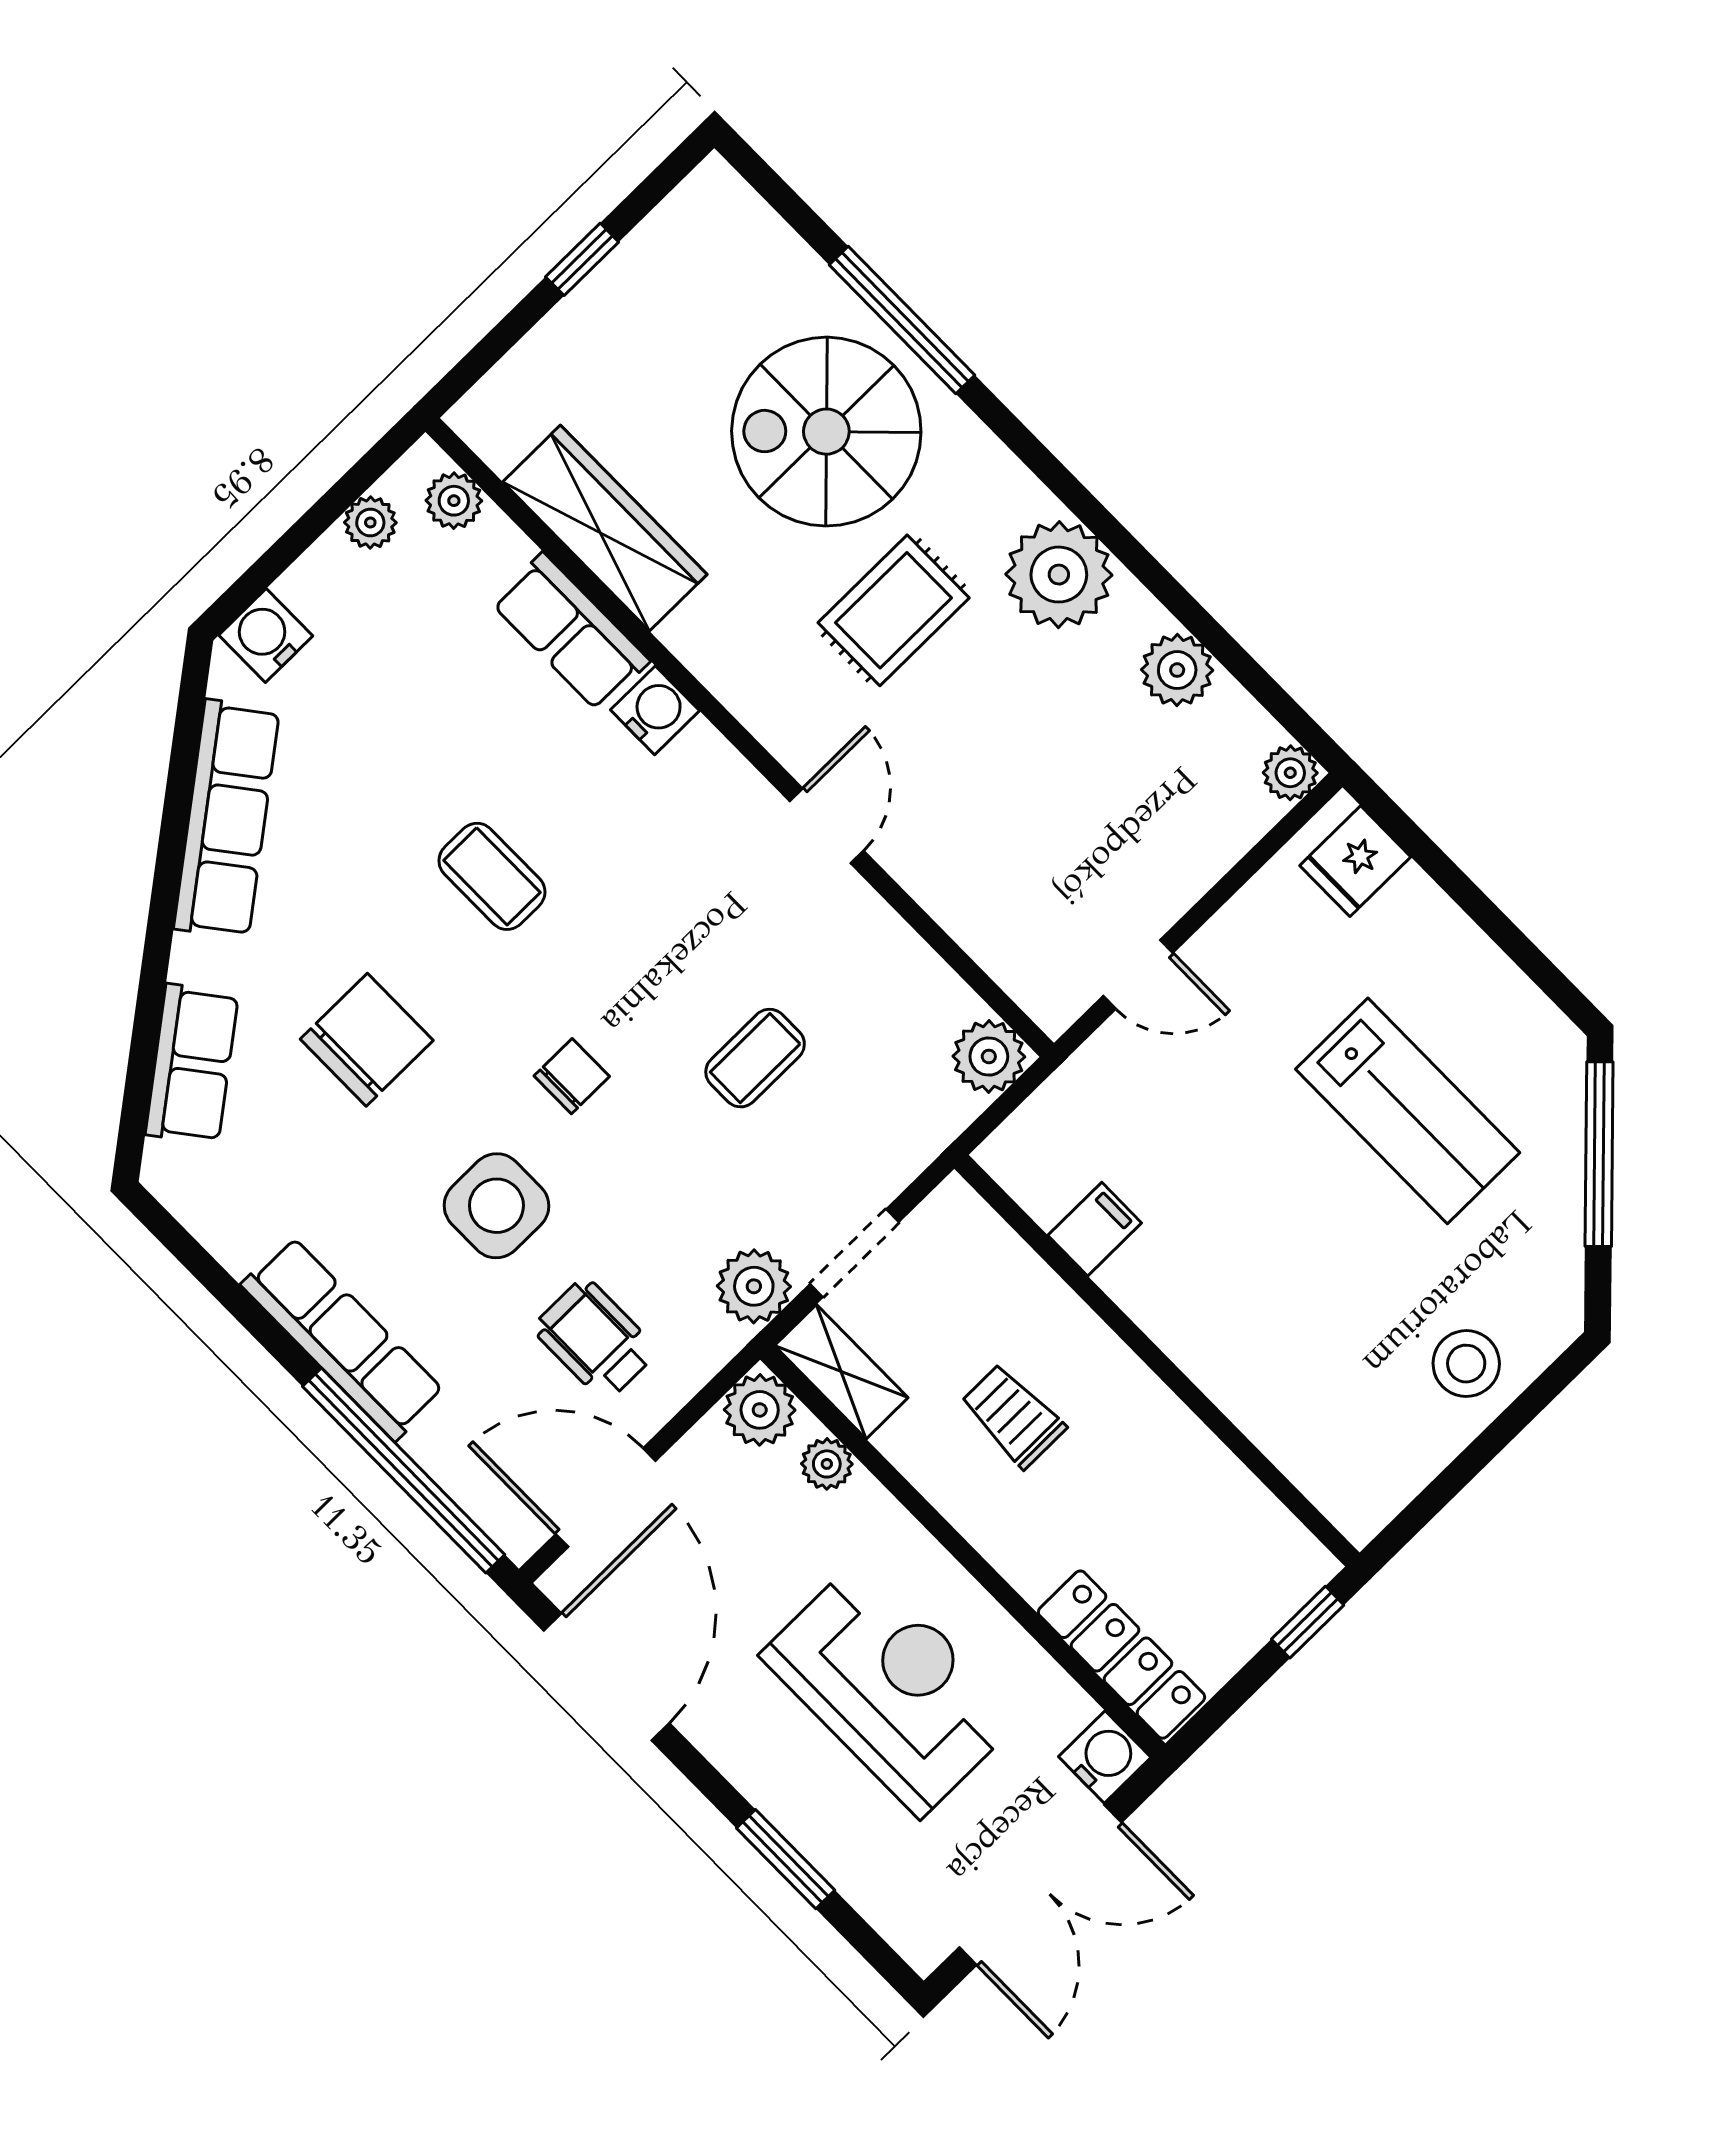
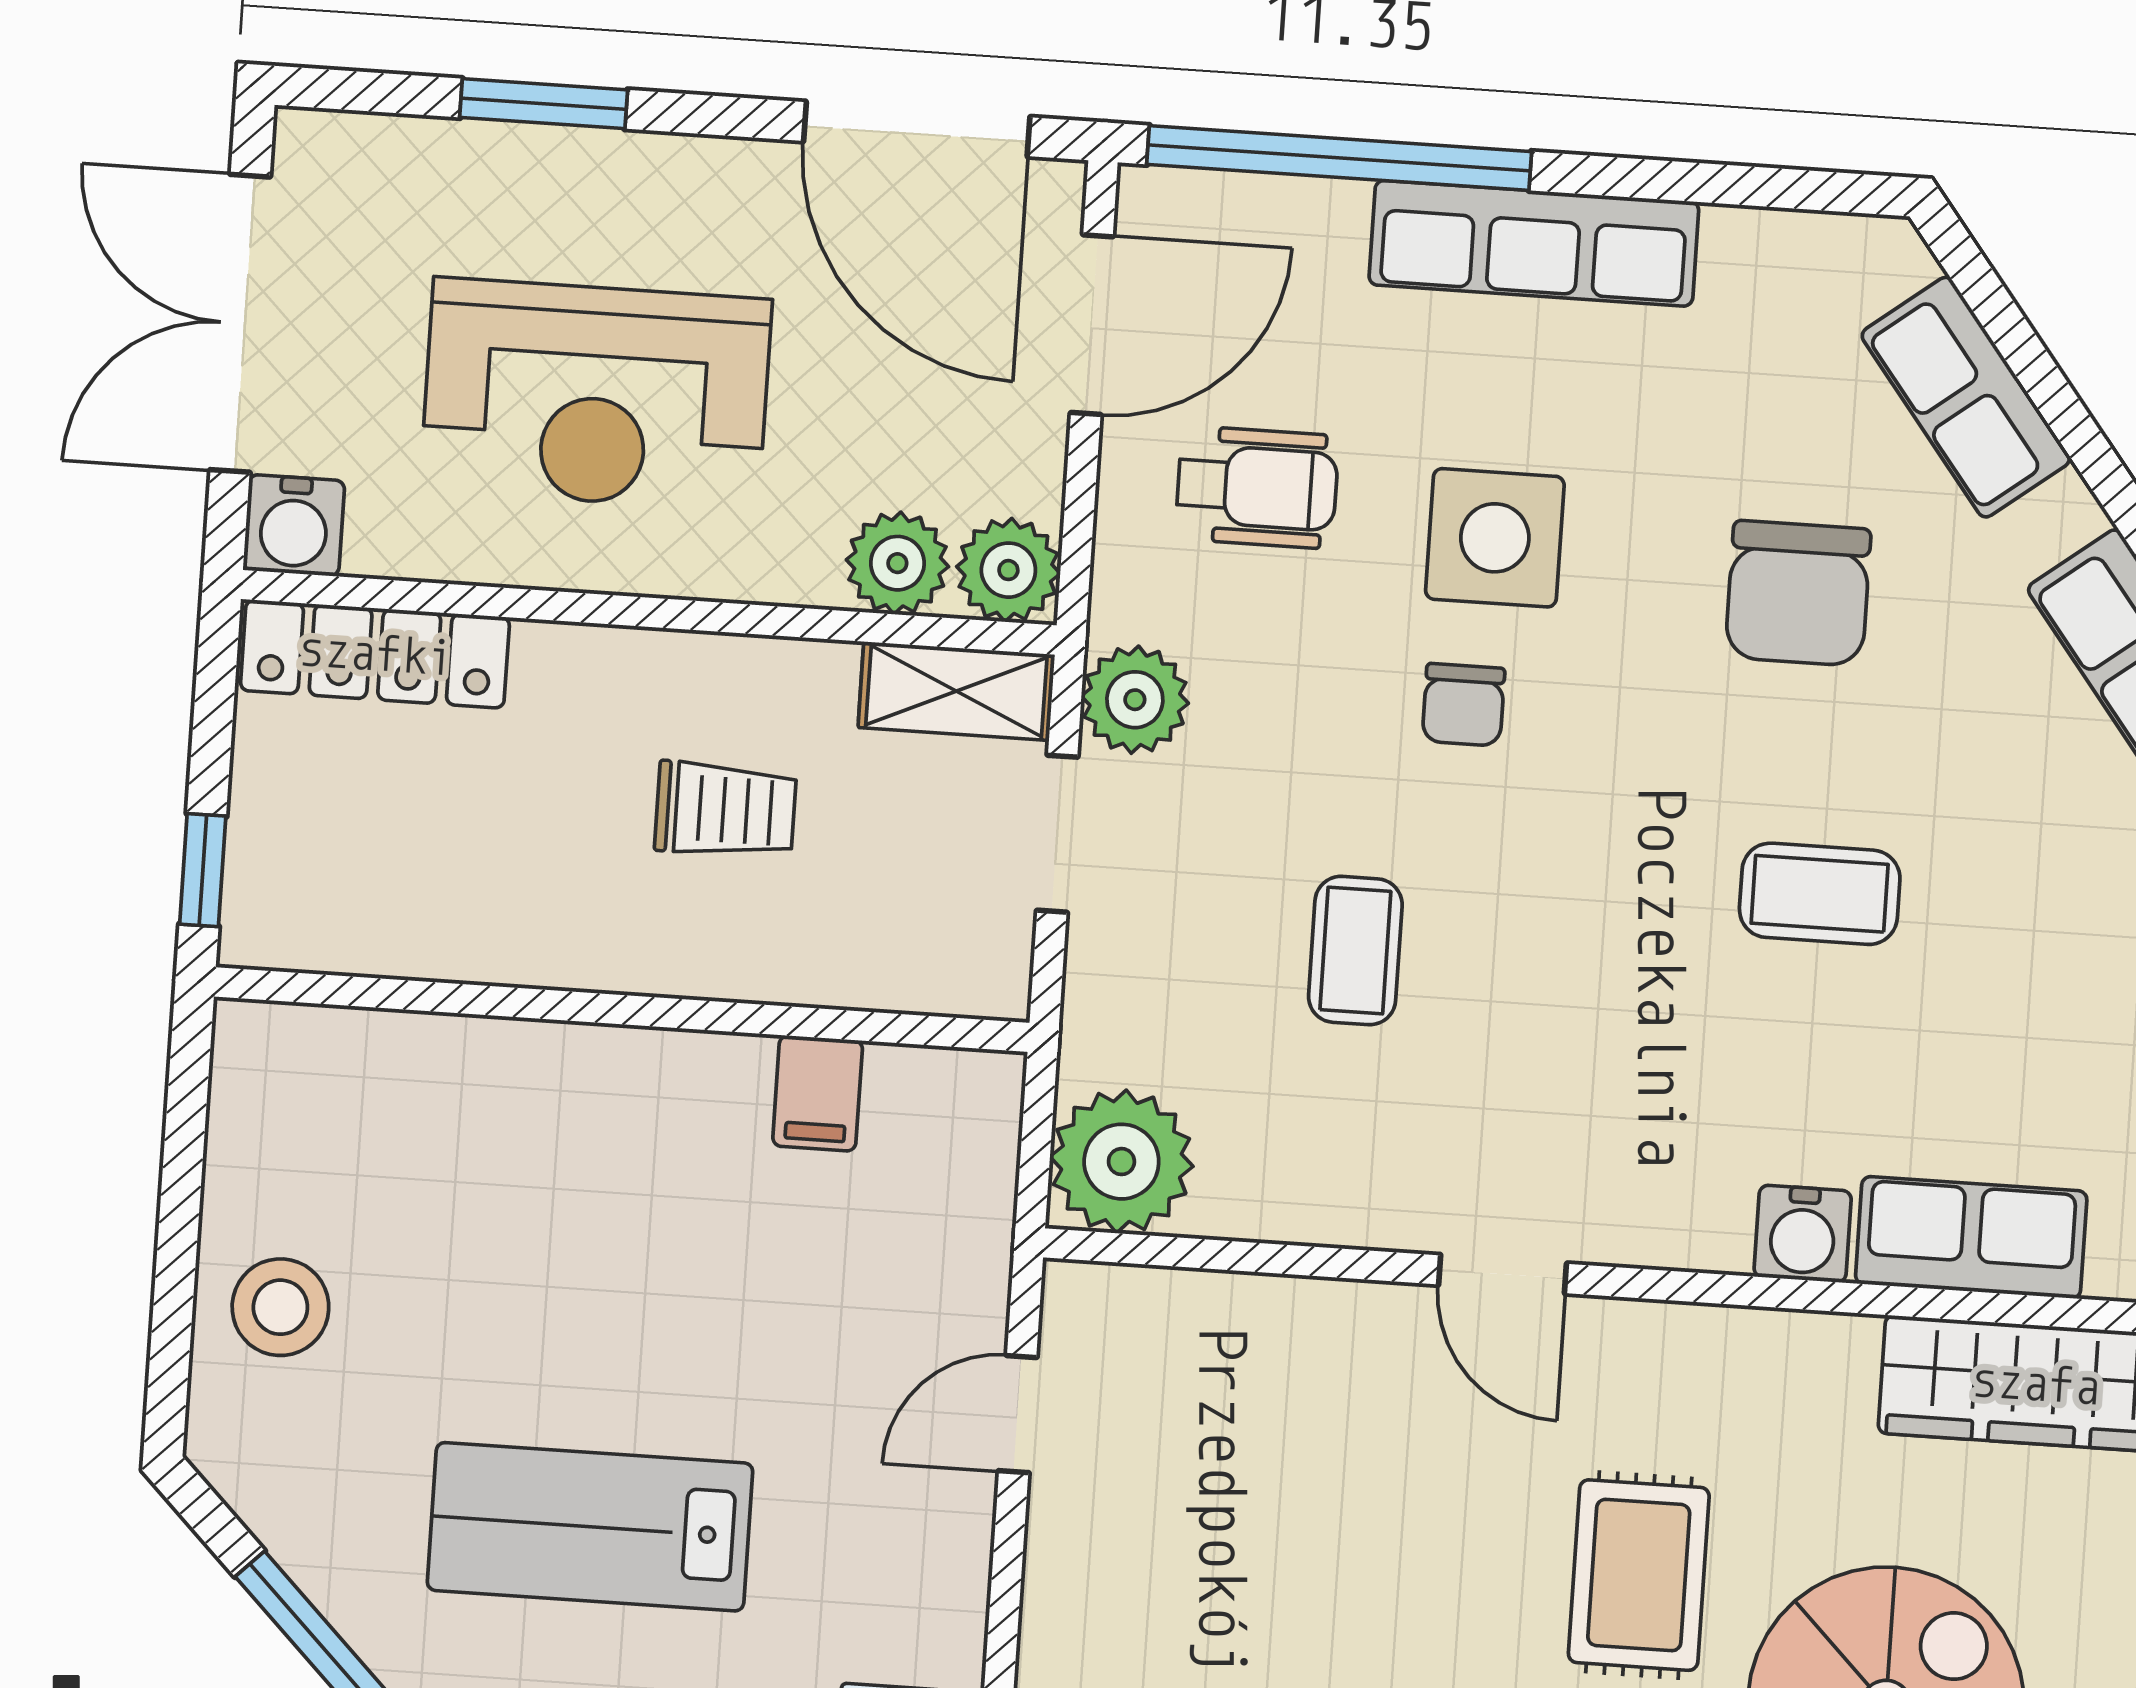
plant: (989, 1056) -> (1121, 1162), width x1.36, depth x1.36
chair: (572, 1076) -> (1463, 705), moved
plant: (827, 1464) -> (897, 563), width x1.38, depth x1.38

